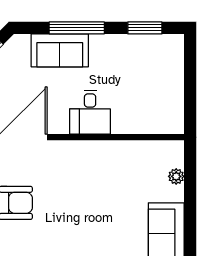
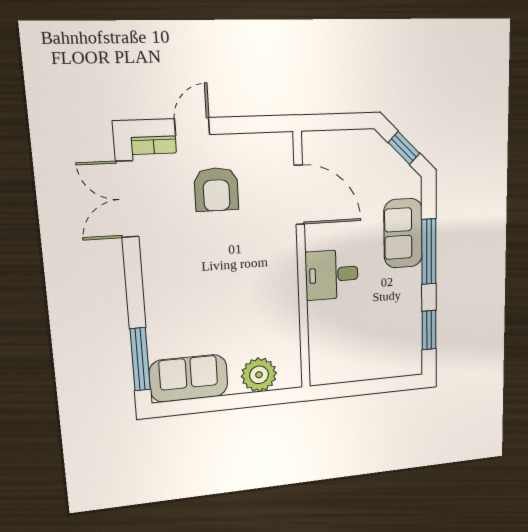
plant: (176, 176) -> (259, 375), width x1.88, depth x1.88

